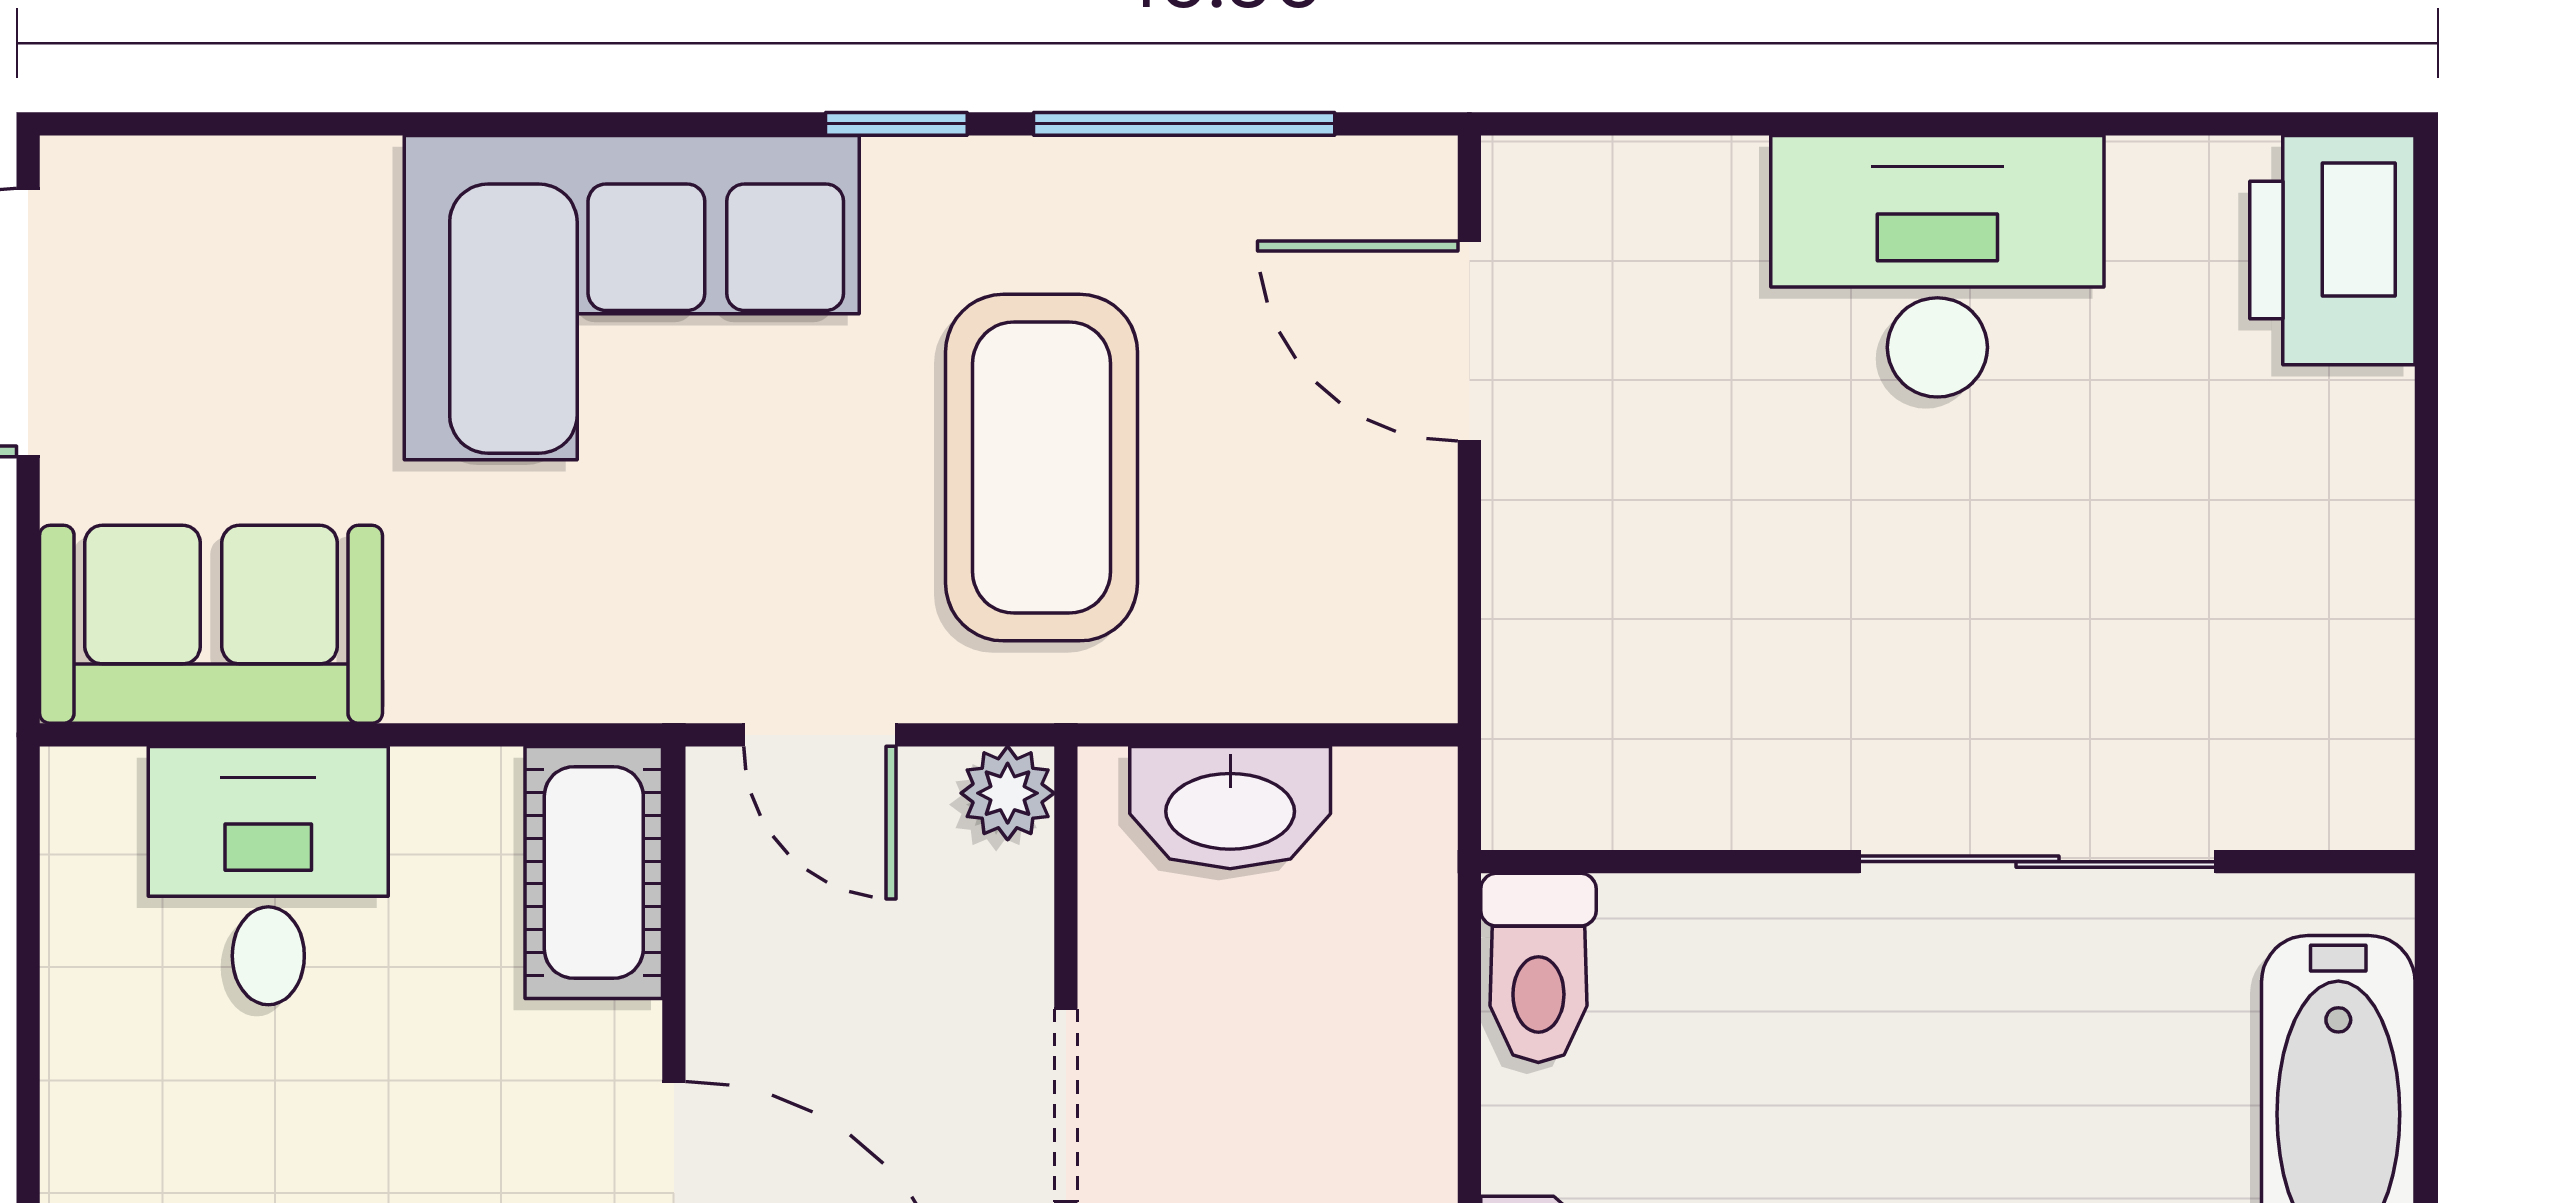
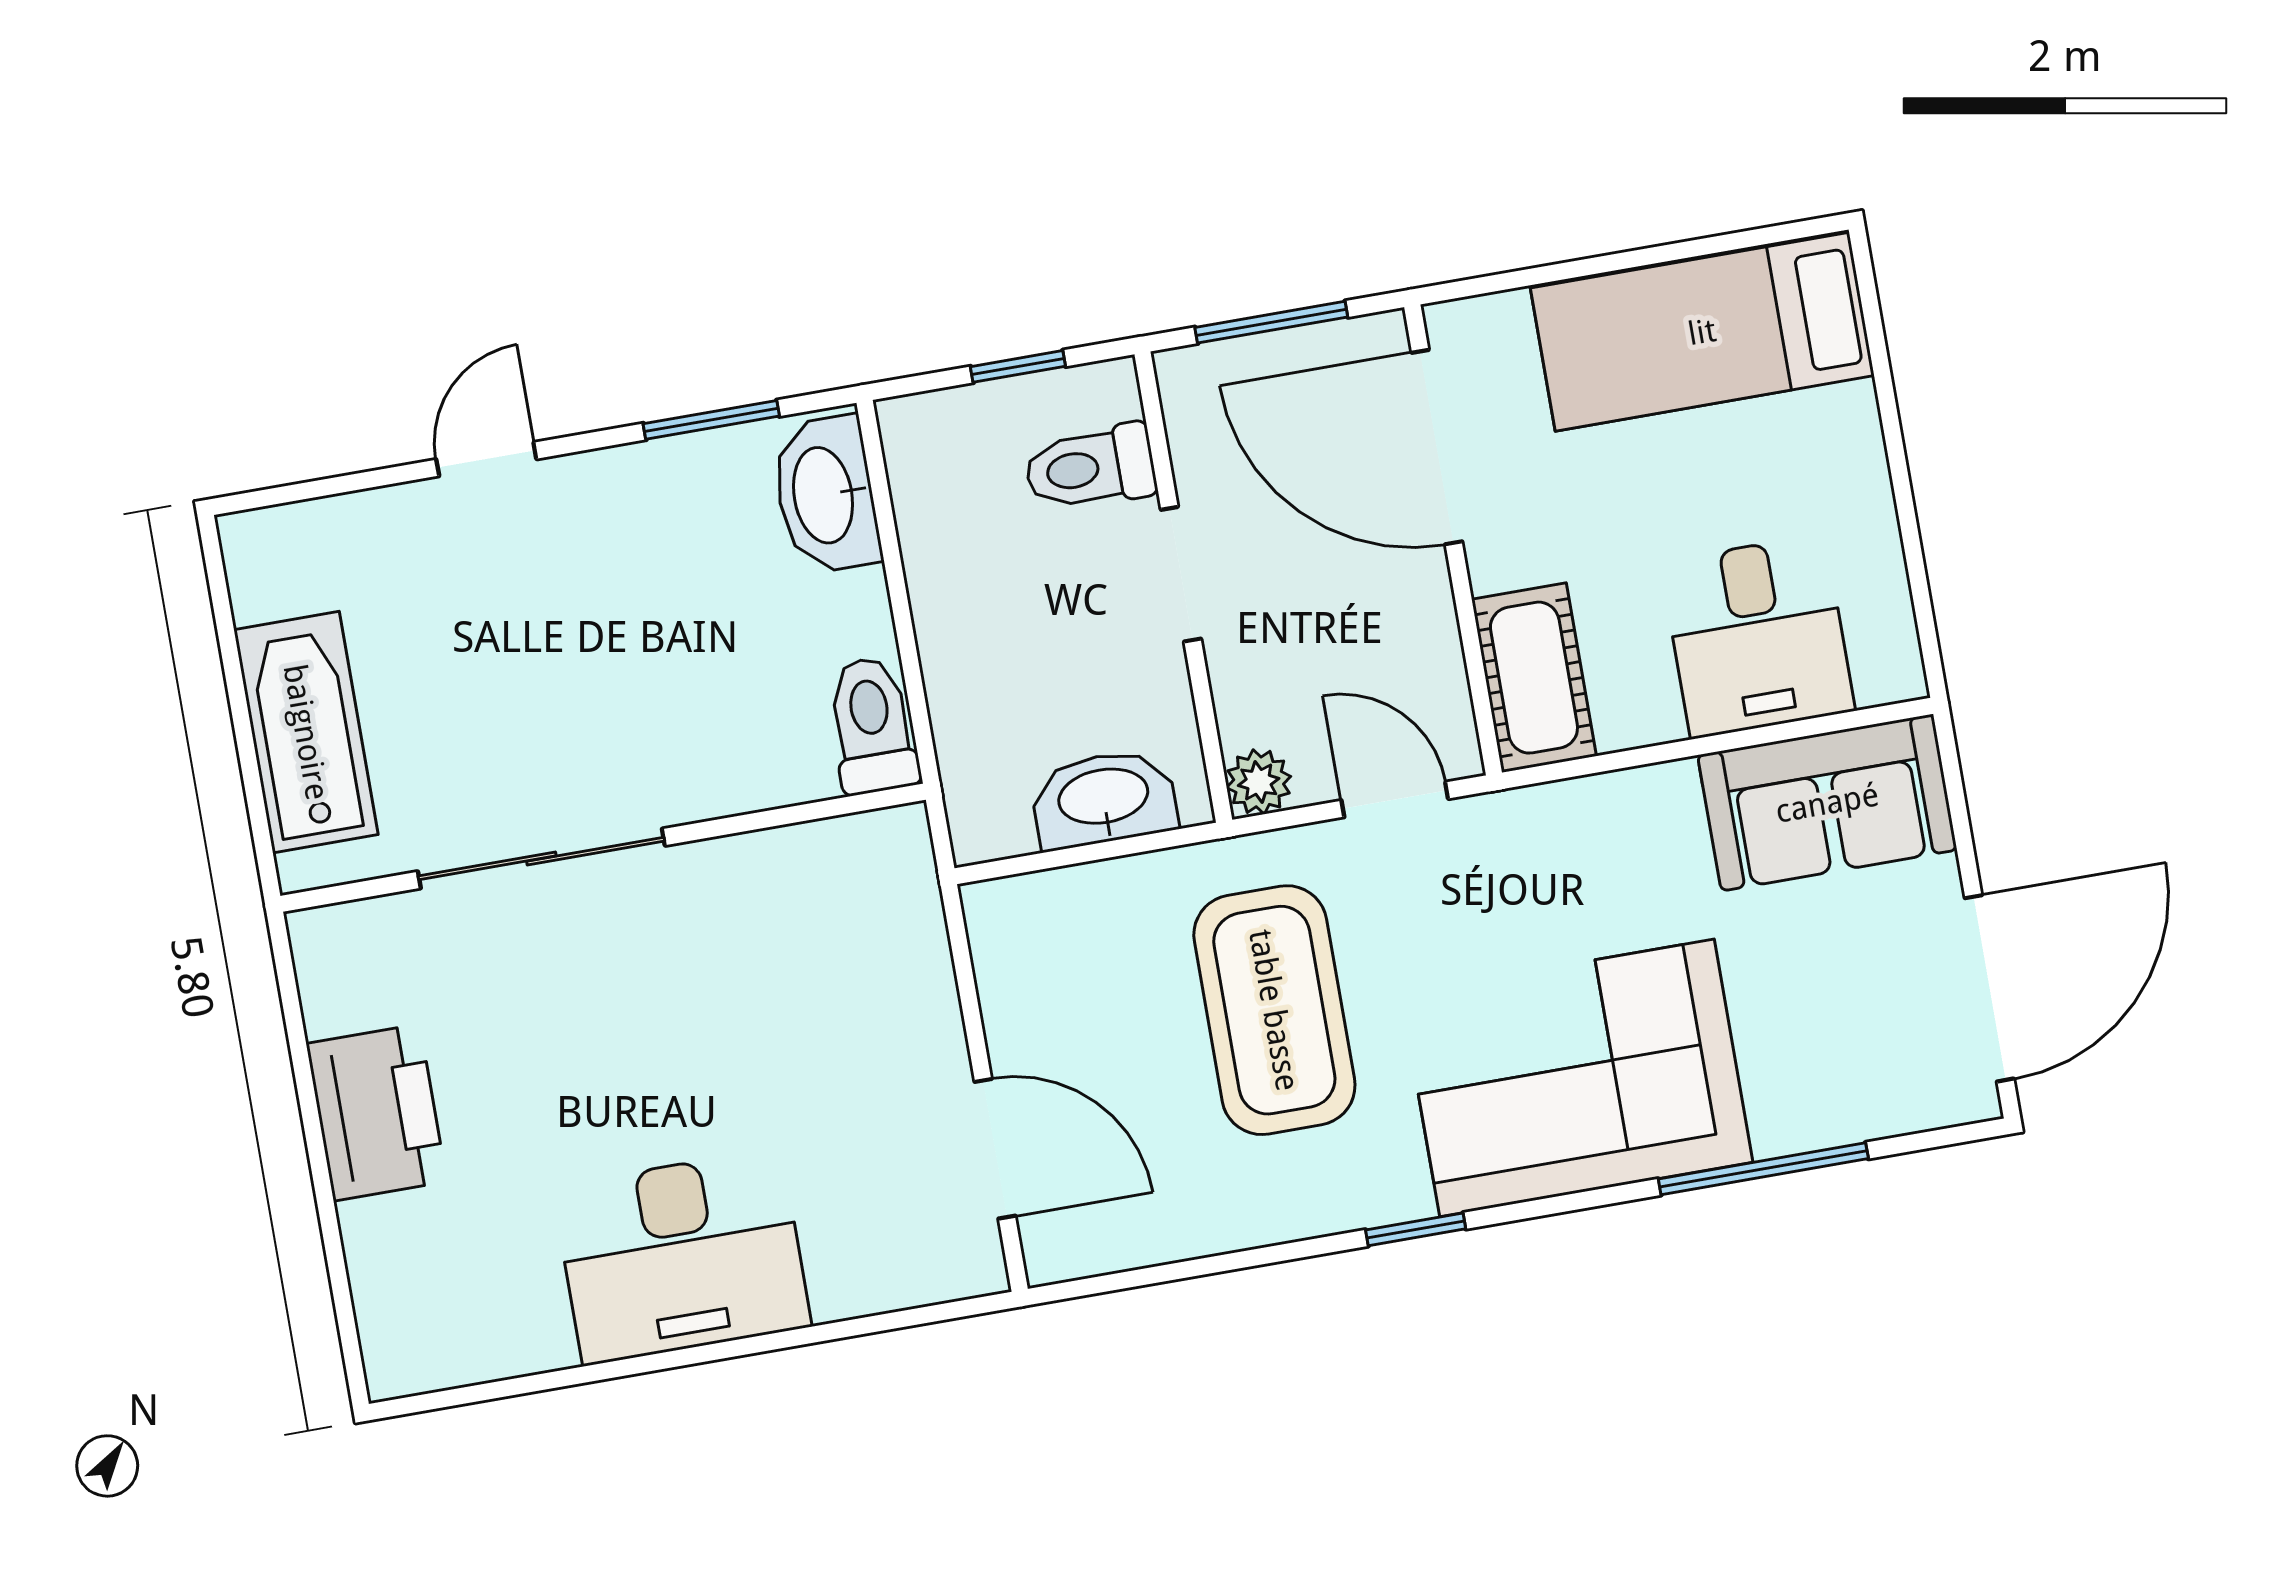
window: (1184, 124) -> (1763, 1169), moved
printer: (2332, 250) -> (376, 1112), moved

